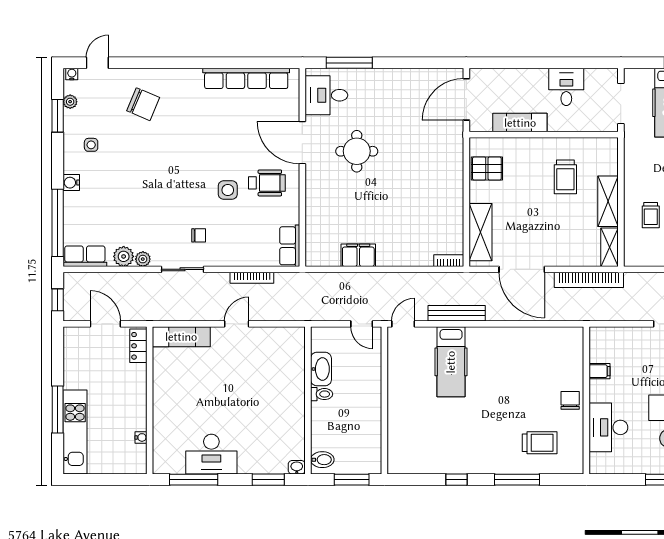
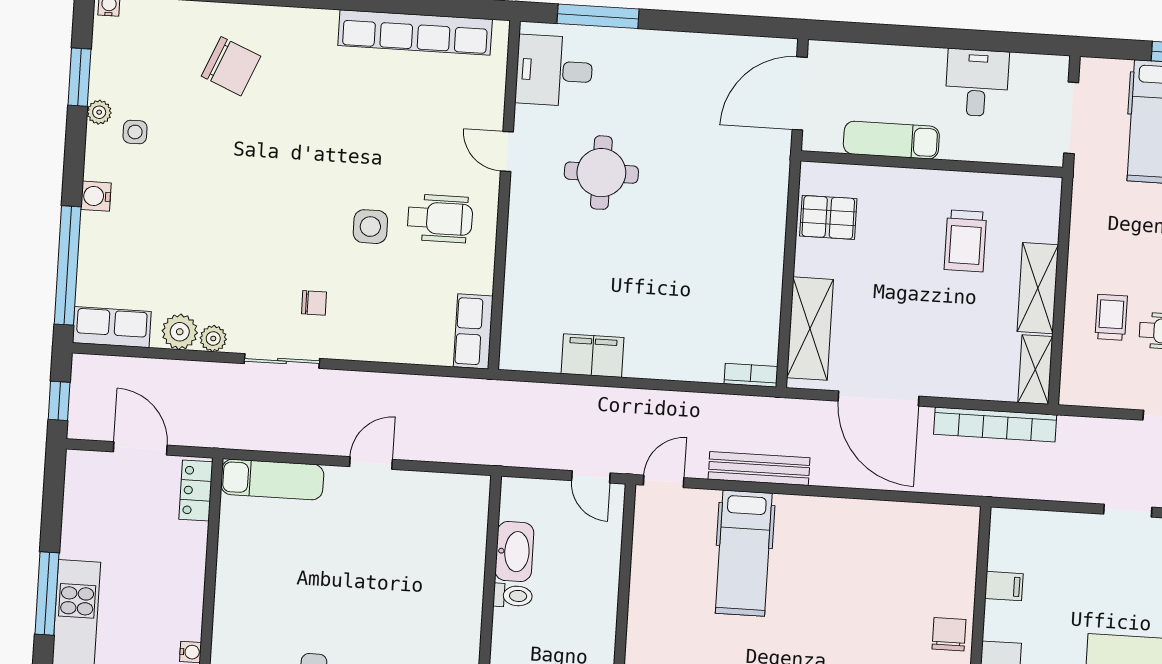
plant: (70, 102) -> (99, 112), moved
door: (302, 143) -> (507, 152), width x0.53
trolley: (651, 215) -> (1111, 317), turned 180
bookcase: (252, 278) -> (403, 383), removed

